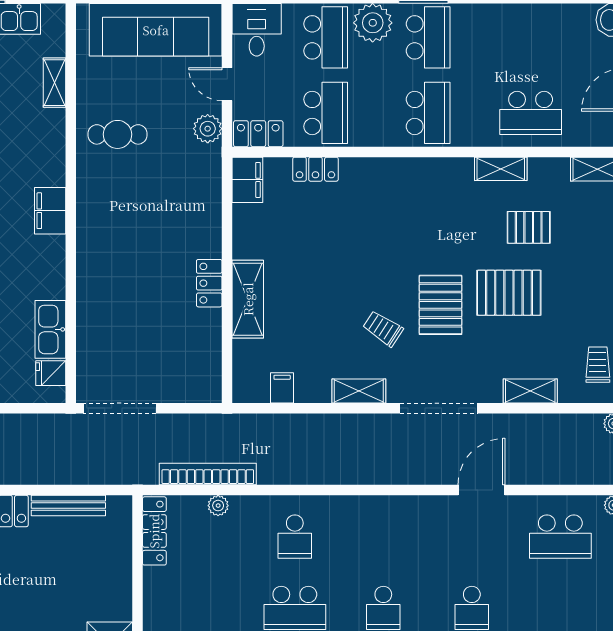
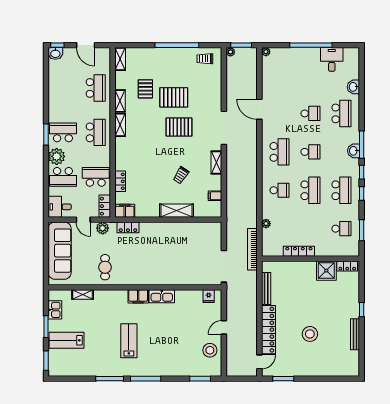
school desk: (326, 37) -> (63, 177), turned 180
door: (227, 84) -> (83, 220), hinge flipped
school desk: (428, 113) -> (96, 132), turned 90
locker: (209, 283) -> (128, 227), moved
pallet: (509, 293) -> (174, 97), turned 90
kitchen sink: (50, 329) -> (162, 296), moved
trolley: (383, 329) -> (181, 175), moved
shelving: (530, 391) -> (120, 125), moved
bookcase: (208, 474) -> (252, 249), moved
locker: (154, 531) -> (299, 251), moved
school desk: (560, 537) -> (280, 152), moved

